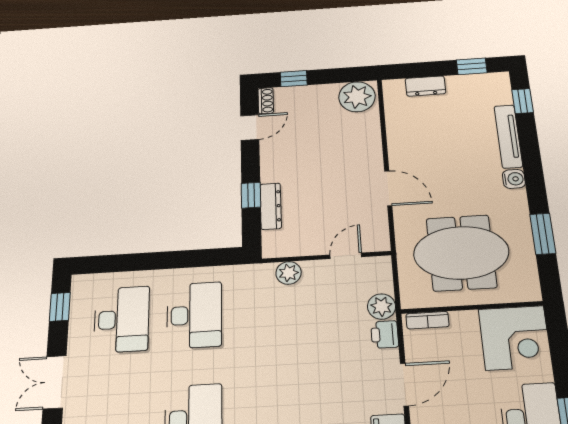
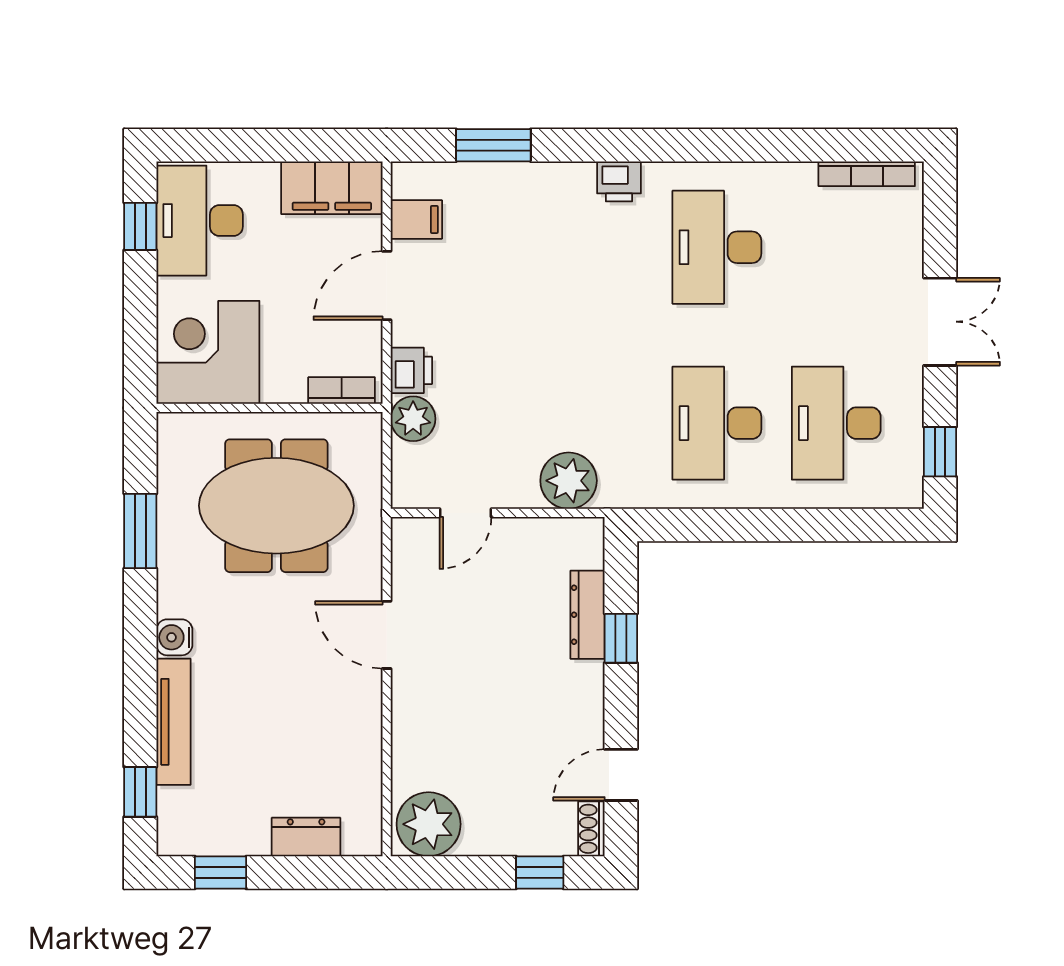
plant: (289, 273) -> (569, 481), width x1.36, depth x1.36

